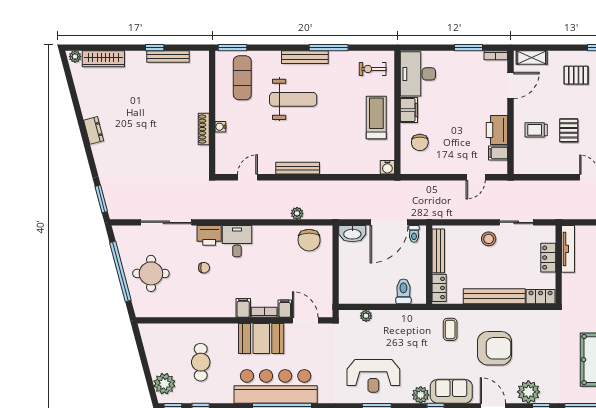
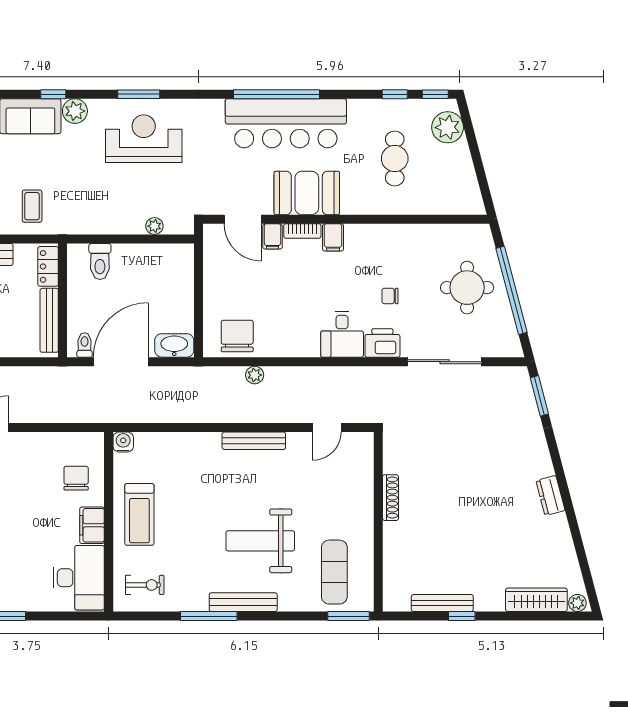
water cooler: (220, 127) -> (366, 501), removed

